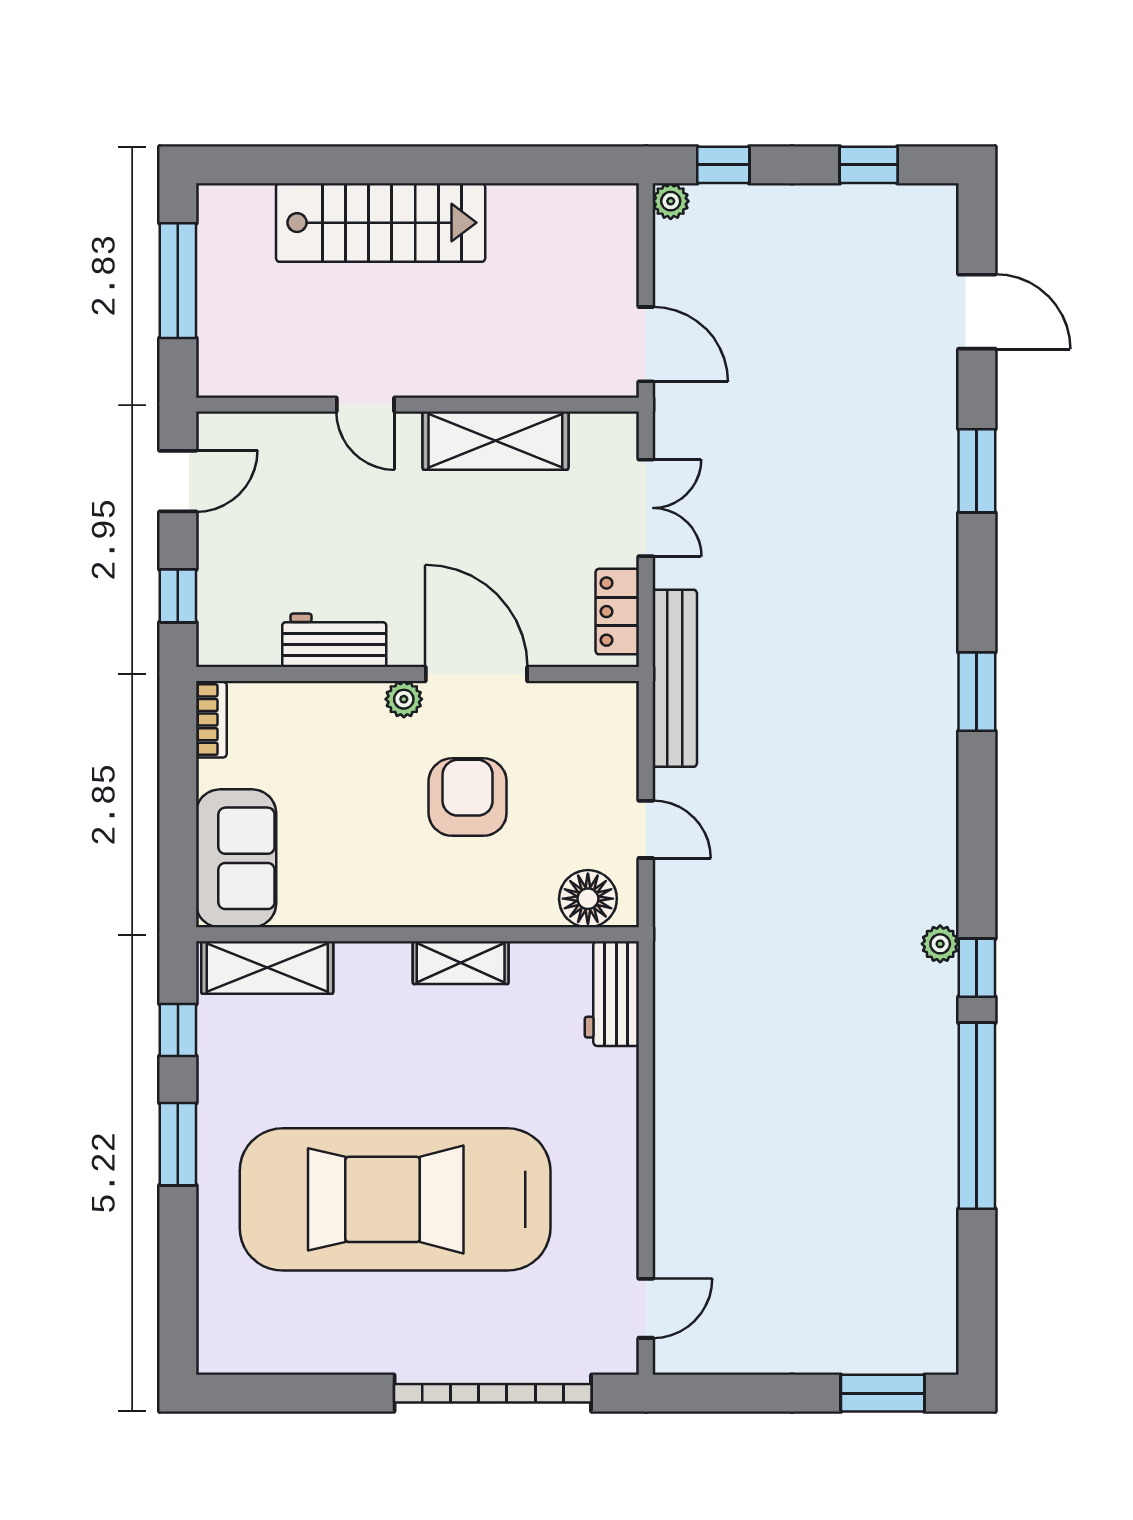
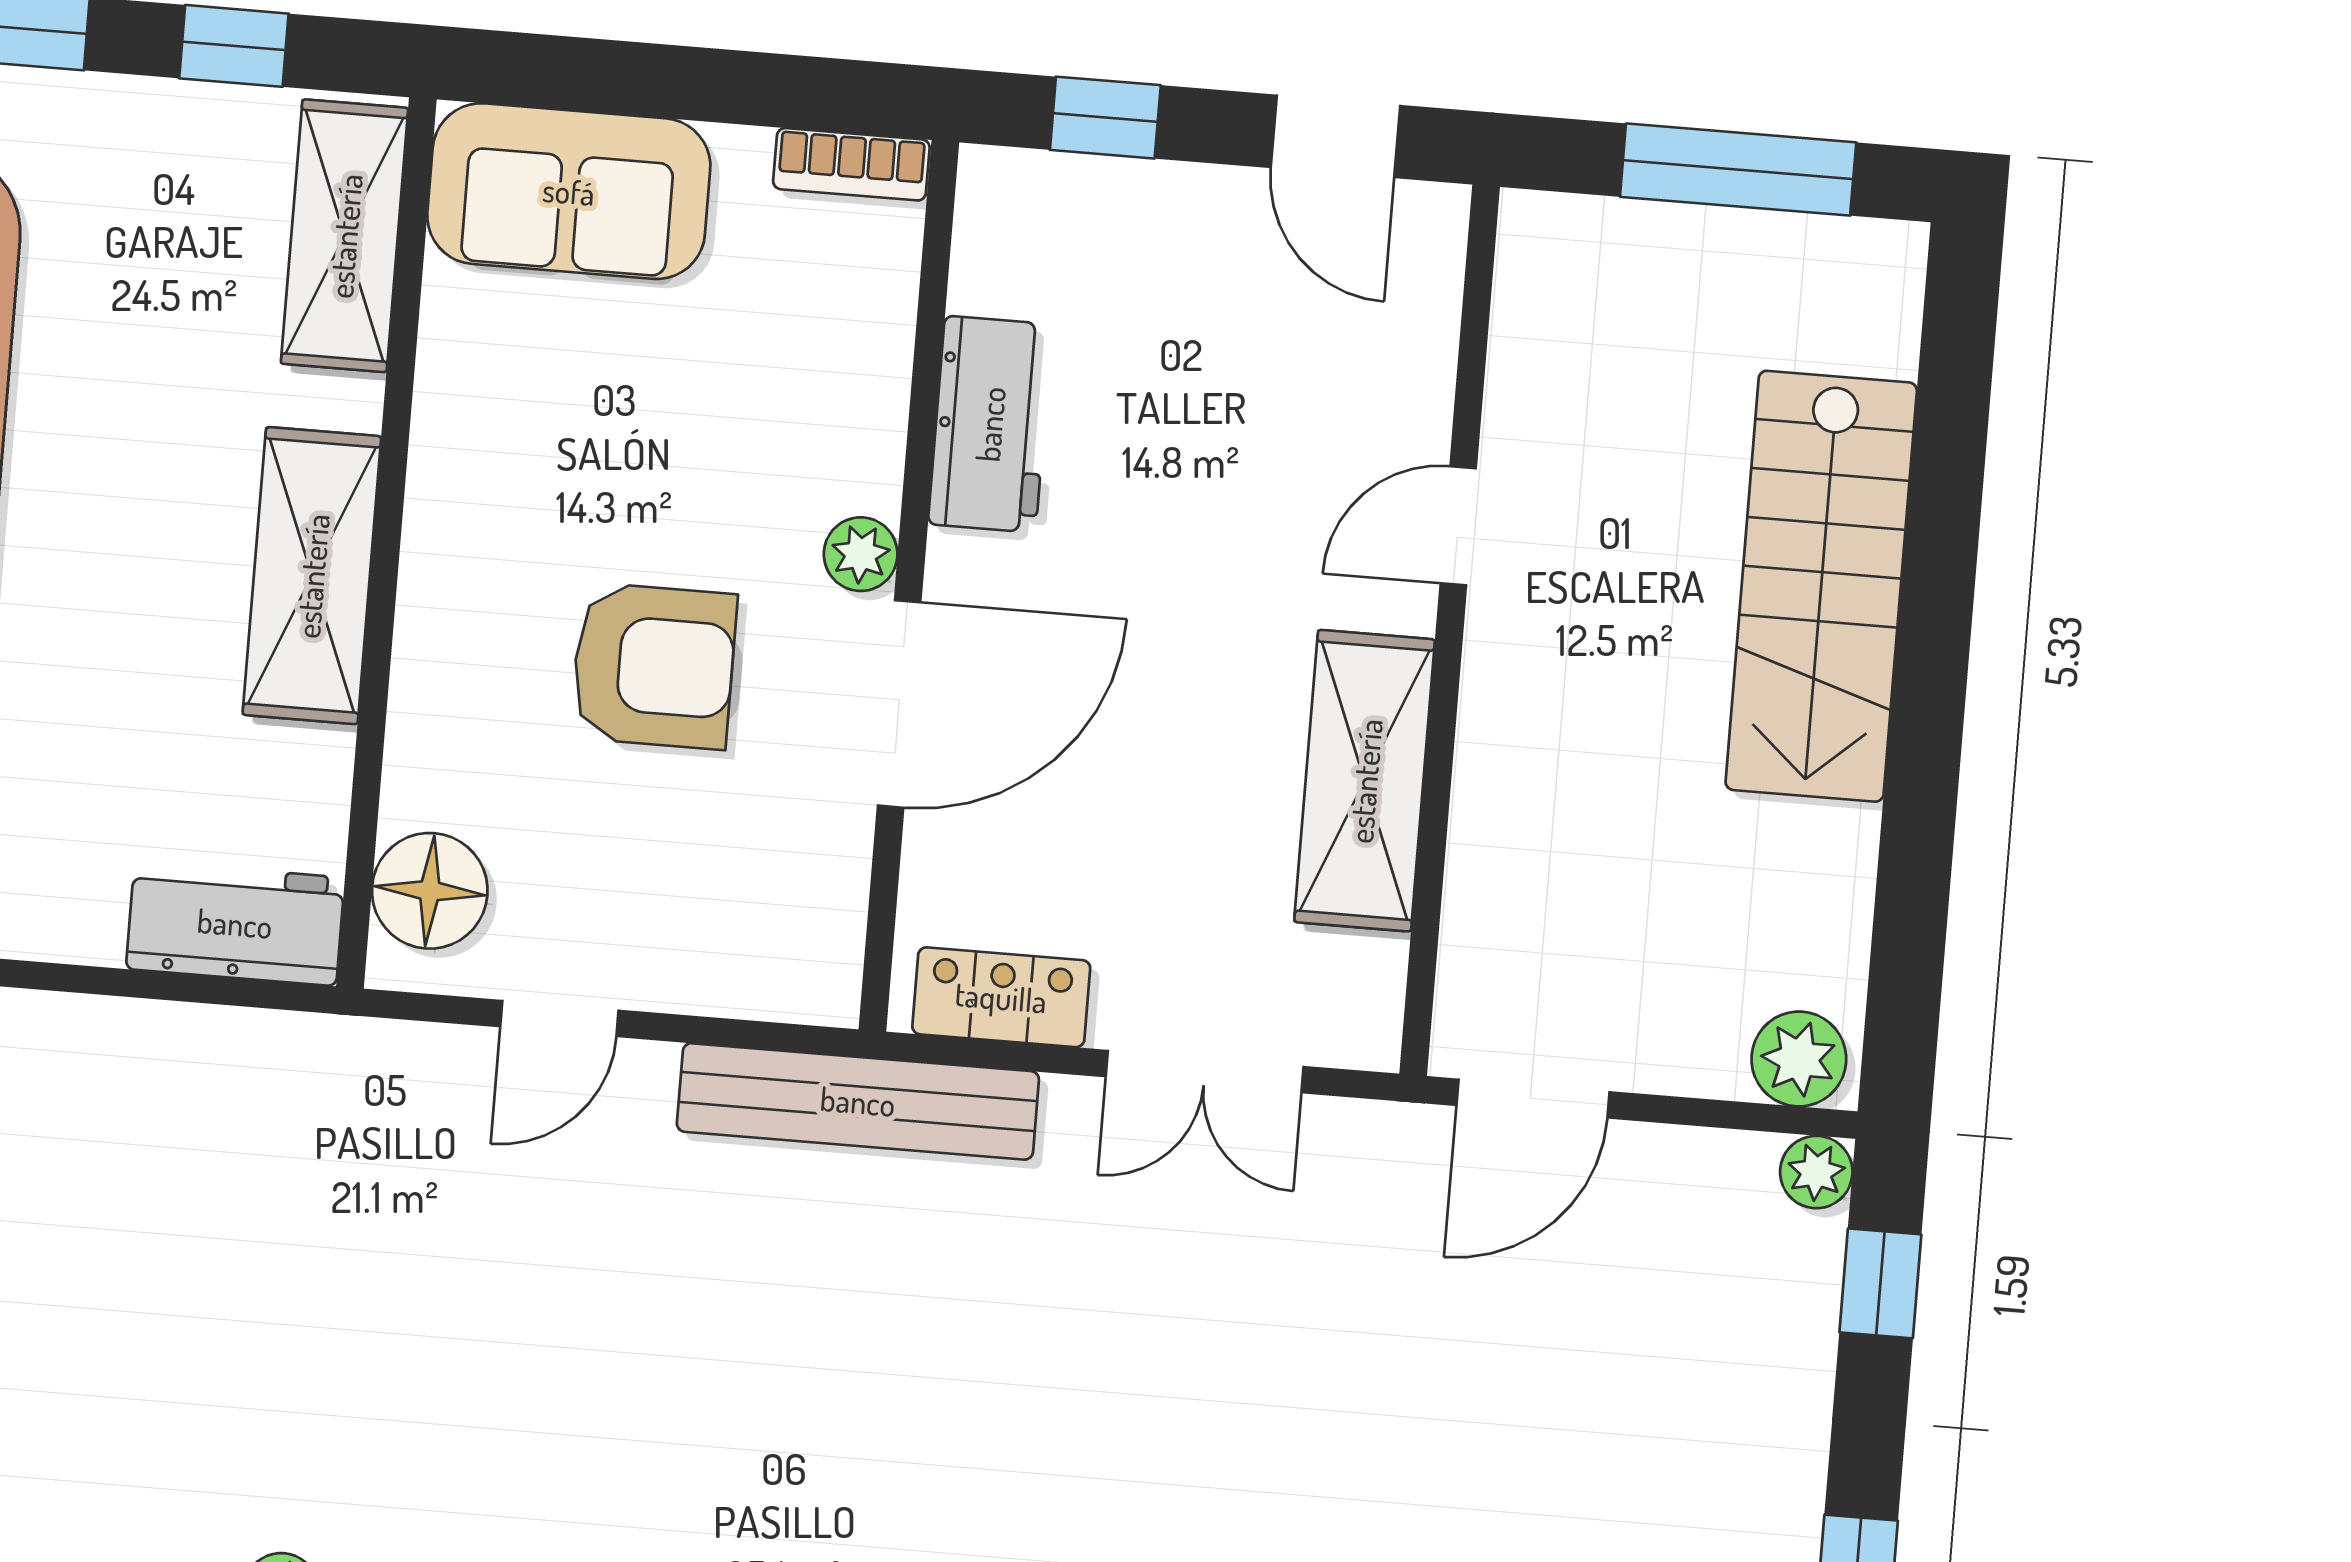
plant: (615, 214) -> (1799, 1059), added
shelving: (461, 963) -> (312, 576), width x1.50, depth x1.33

